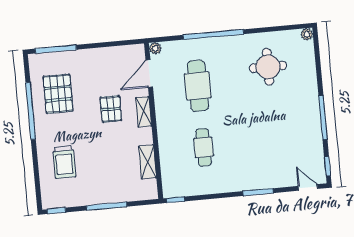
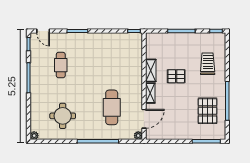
pallet: (111, 109) -> (176, 76), moved, turned 90
cafe table: (204, 147) -> (61, 65), moved
shelving: (147, 162) -> (151, 70), moved

